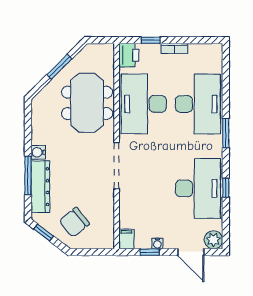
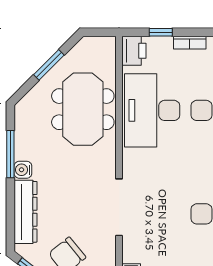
doorway: (117, 166) -> (119, 207), moved
window: (28, 176) -> (10, 154), moved

